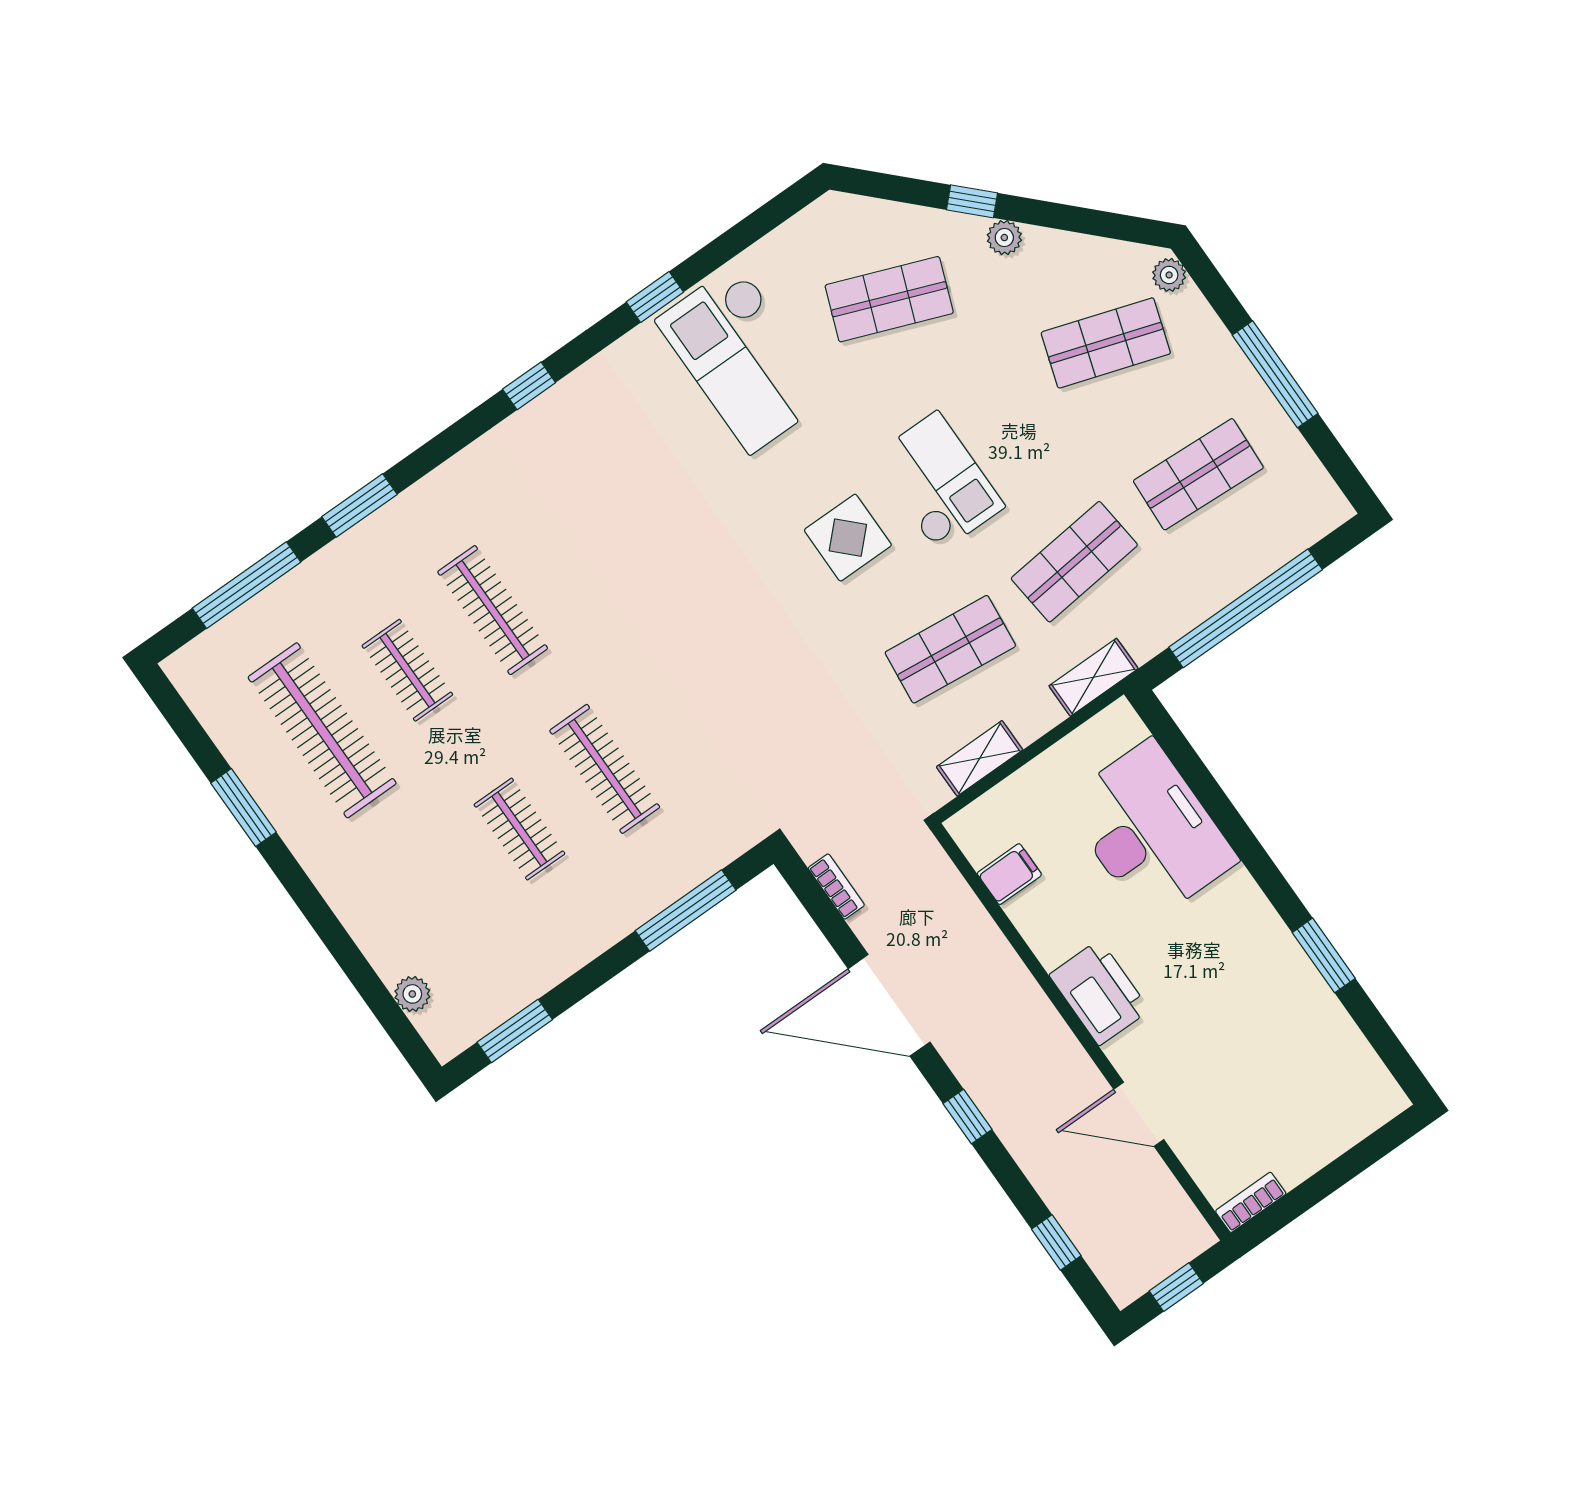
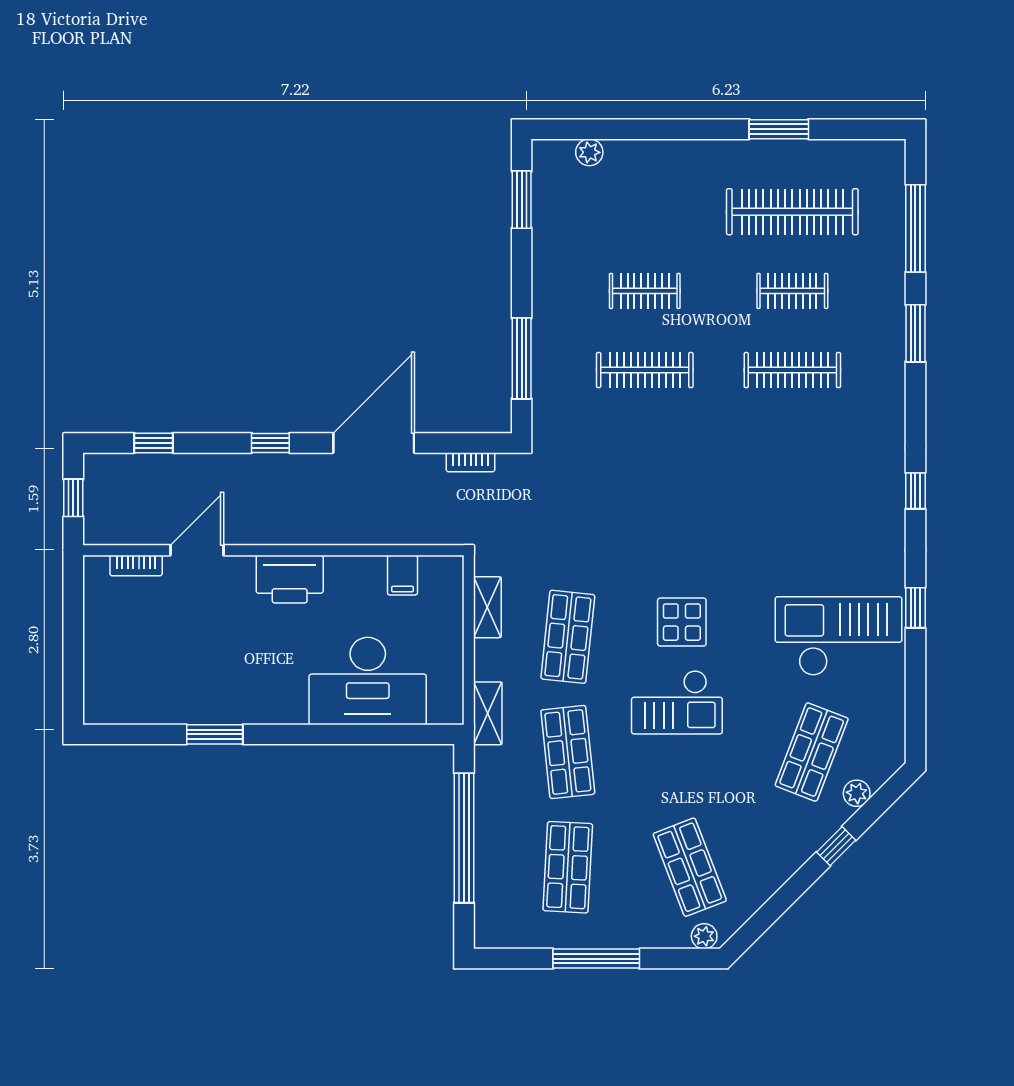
plant: (1004, 238) -> (857, 793), moved
shop shelf: (1106, 343) -> (690, 867), turned -39
bookcase: (1251, 1202) -> (136, 565), moved, turned 90

